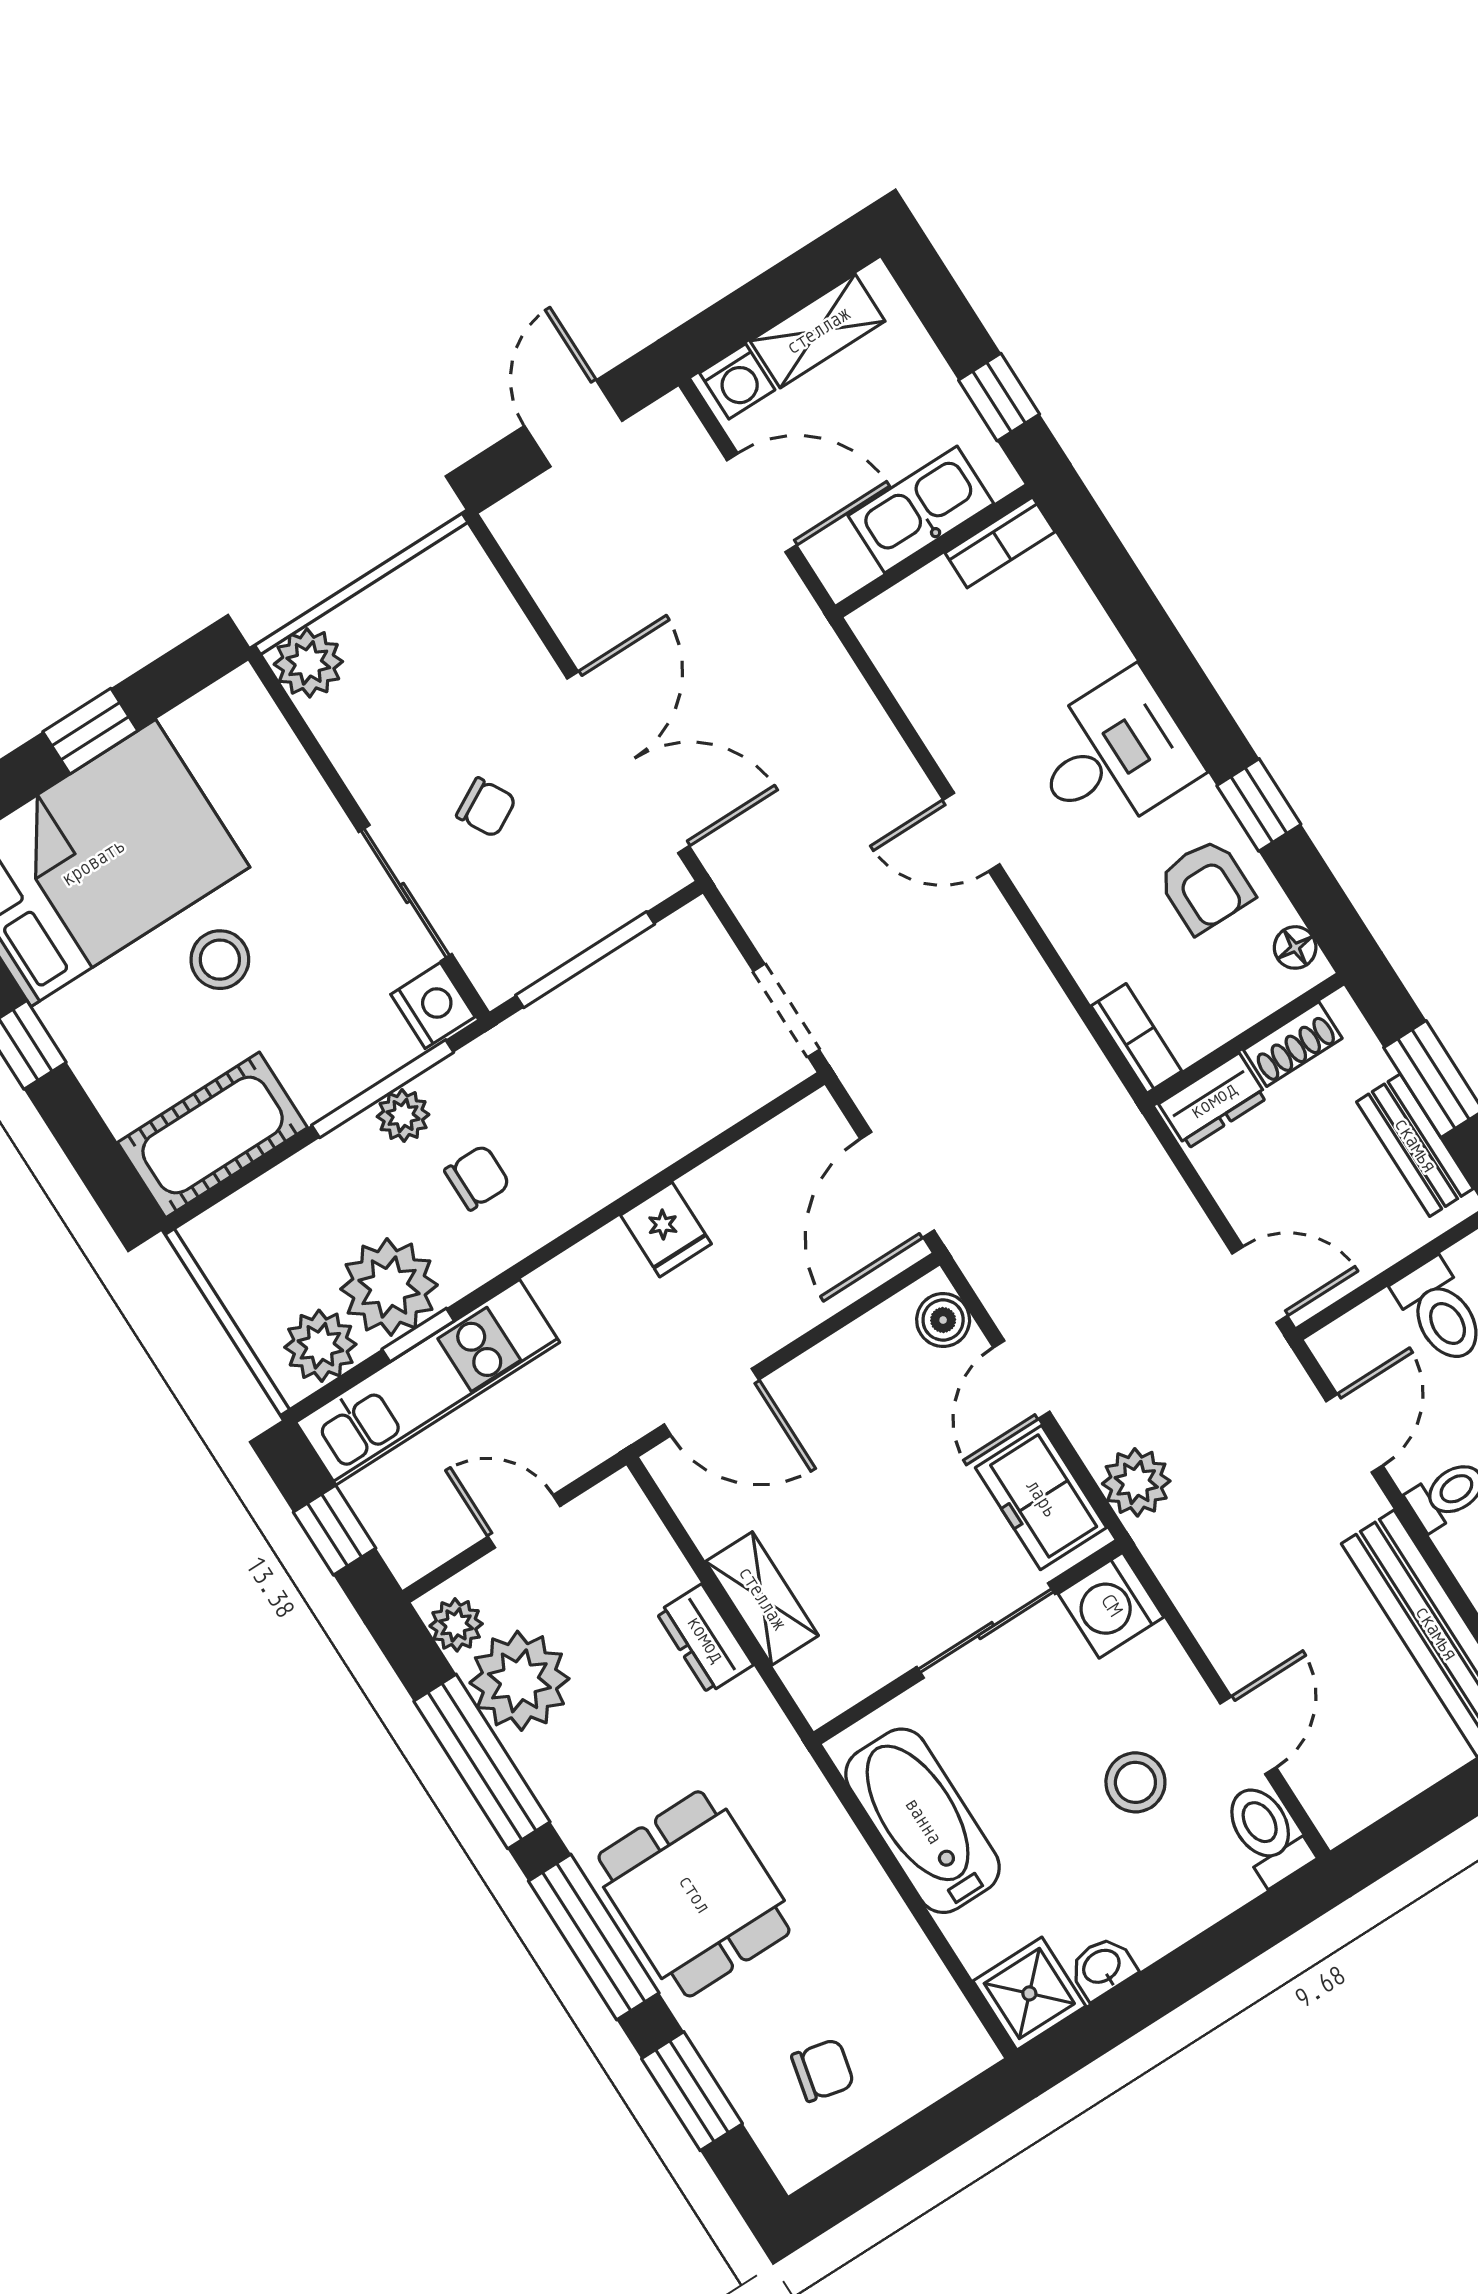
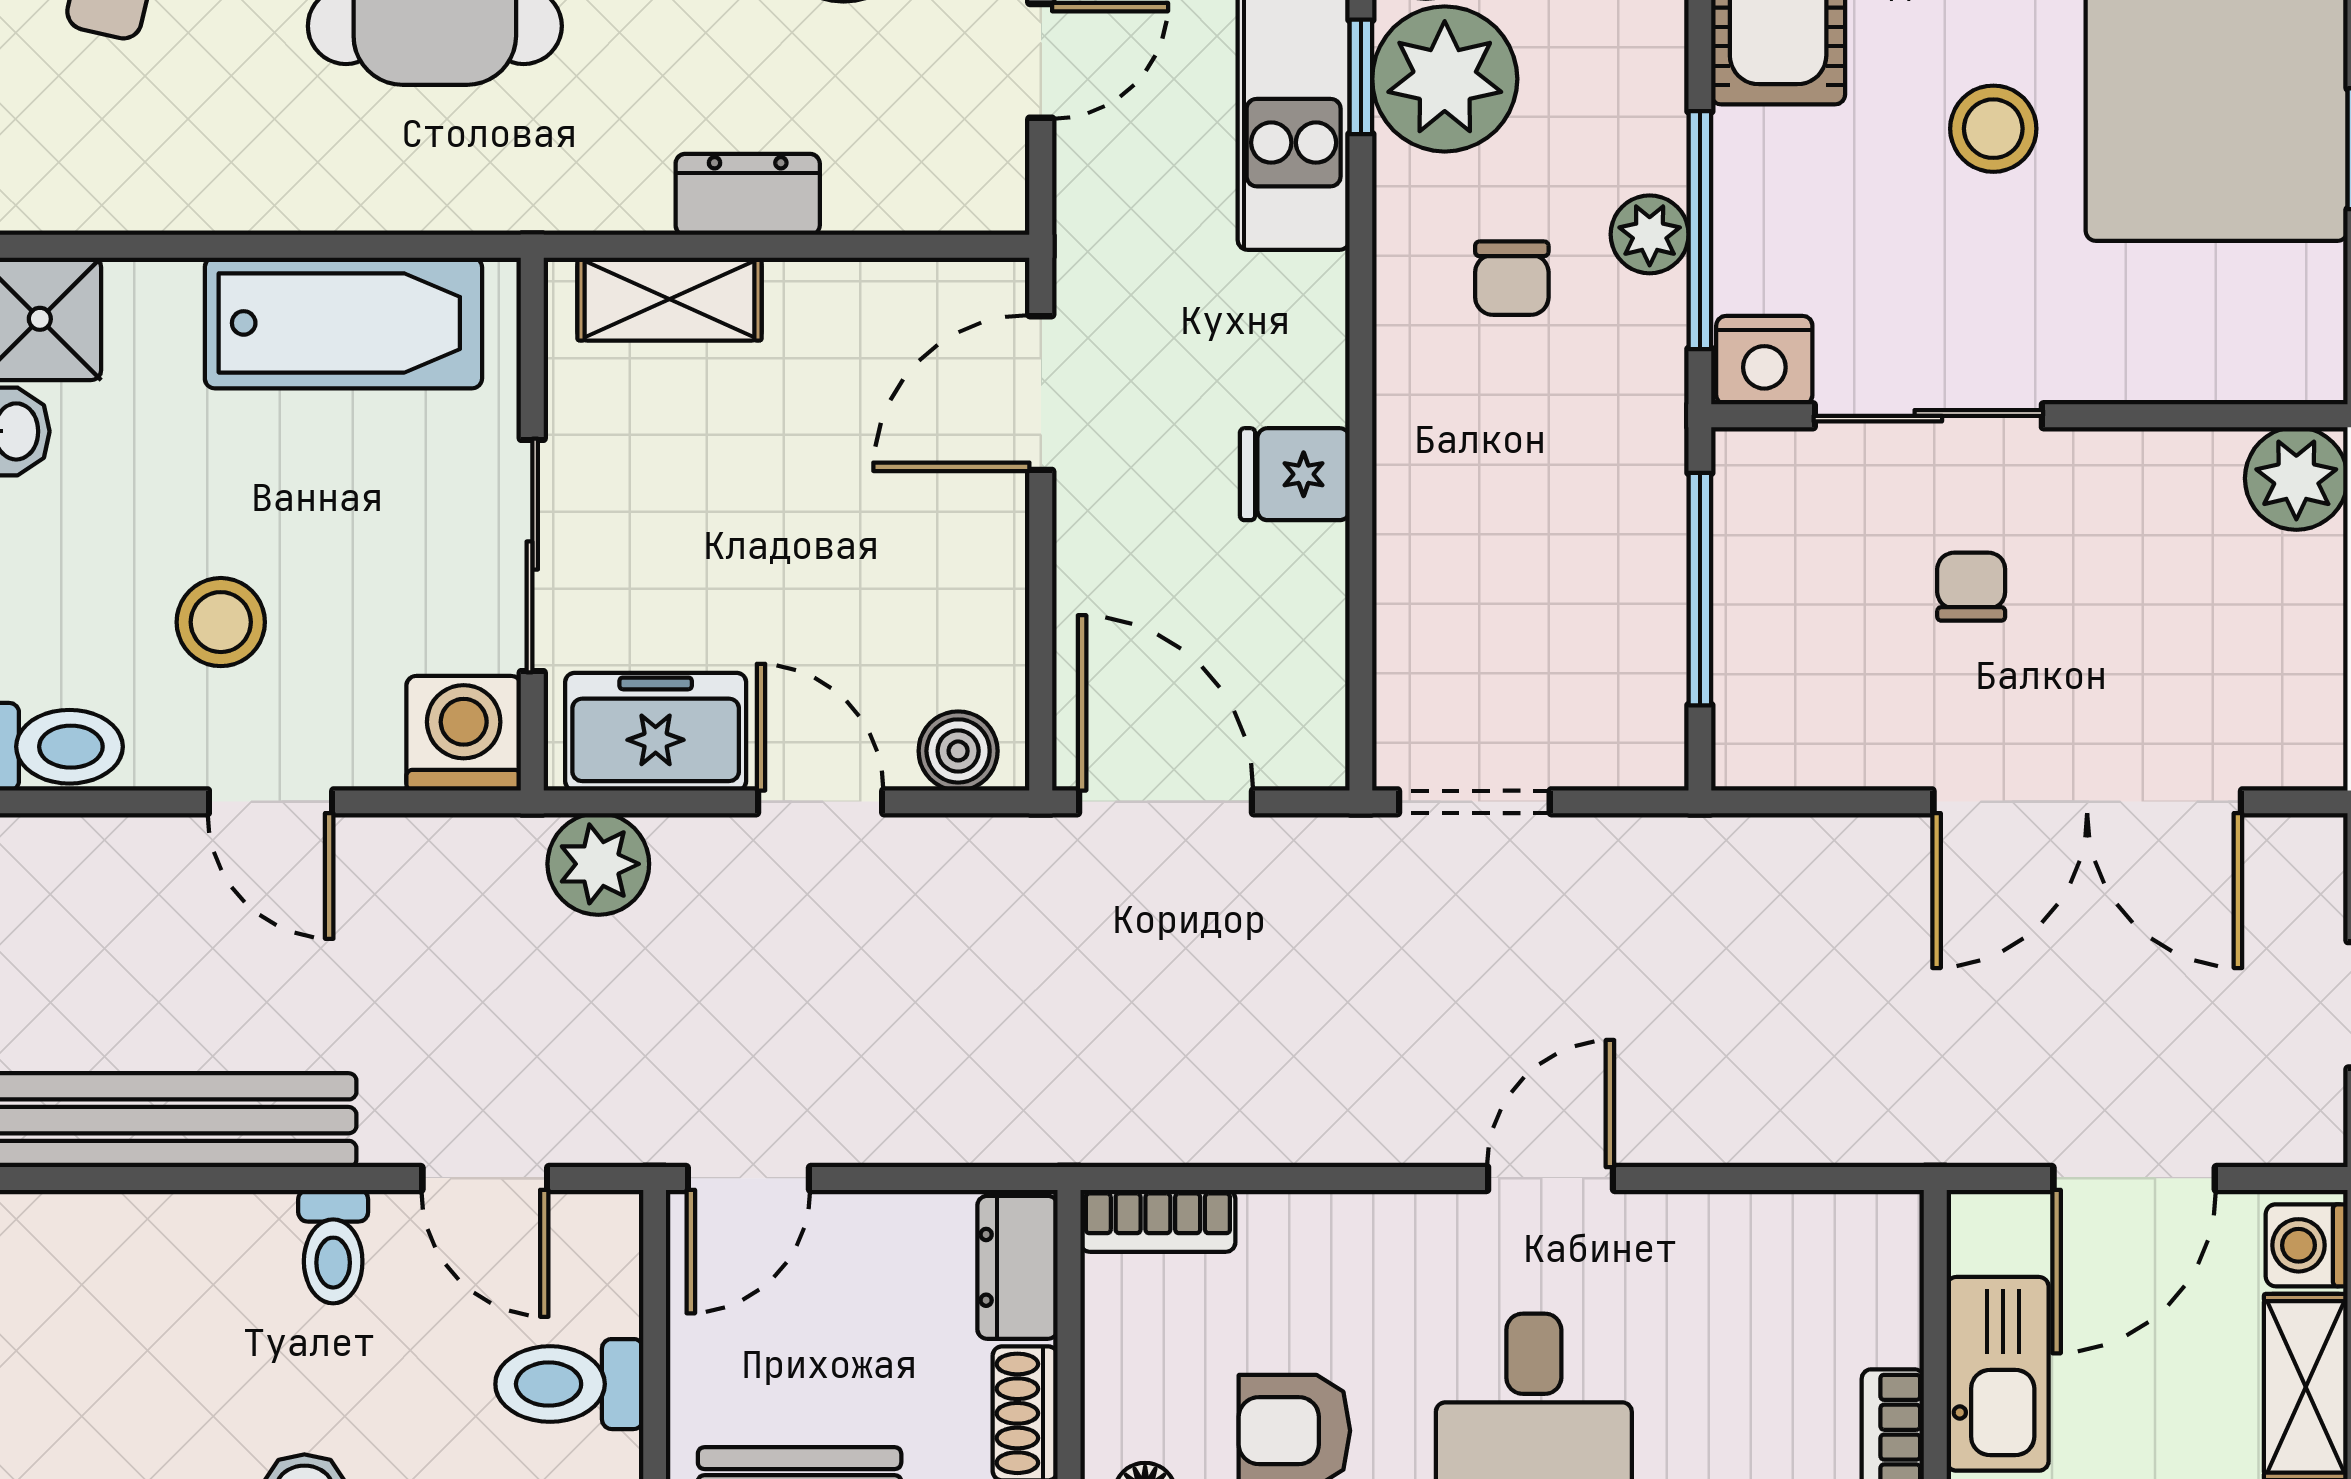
double door: (628, 762) -> (2087, 802), moved
chair: (486, 807) -> (1971, 587), turned 119
shelving: (762, 1598) -> (669, 299), moved
door: (1248, 1735) -> (271, 802), moved

